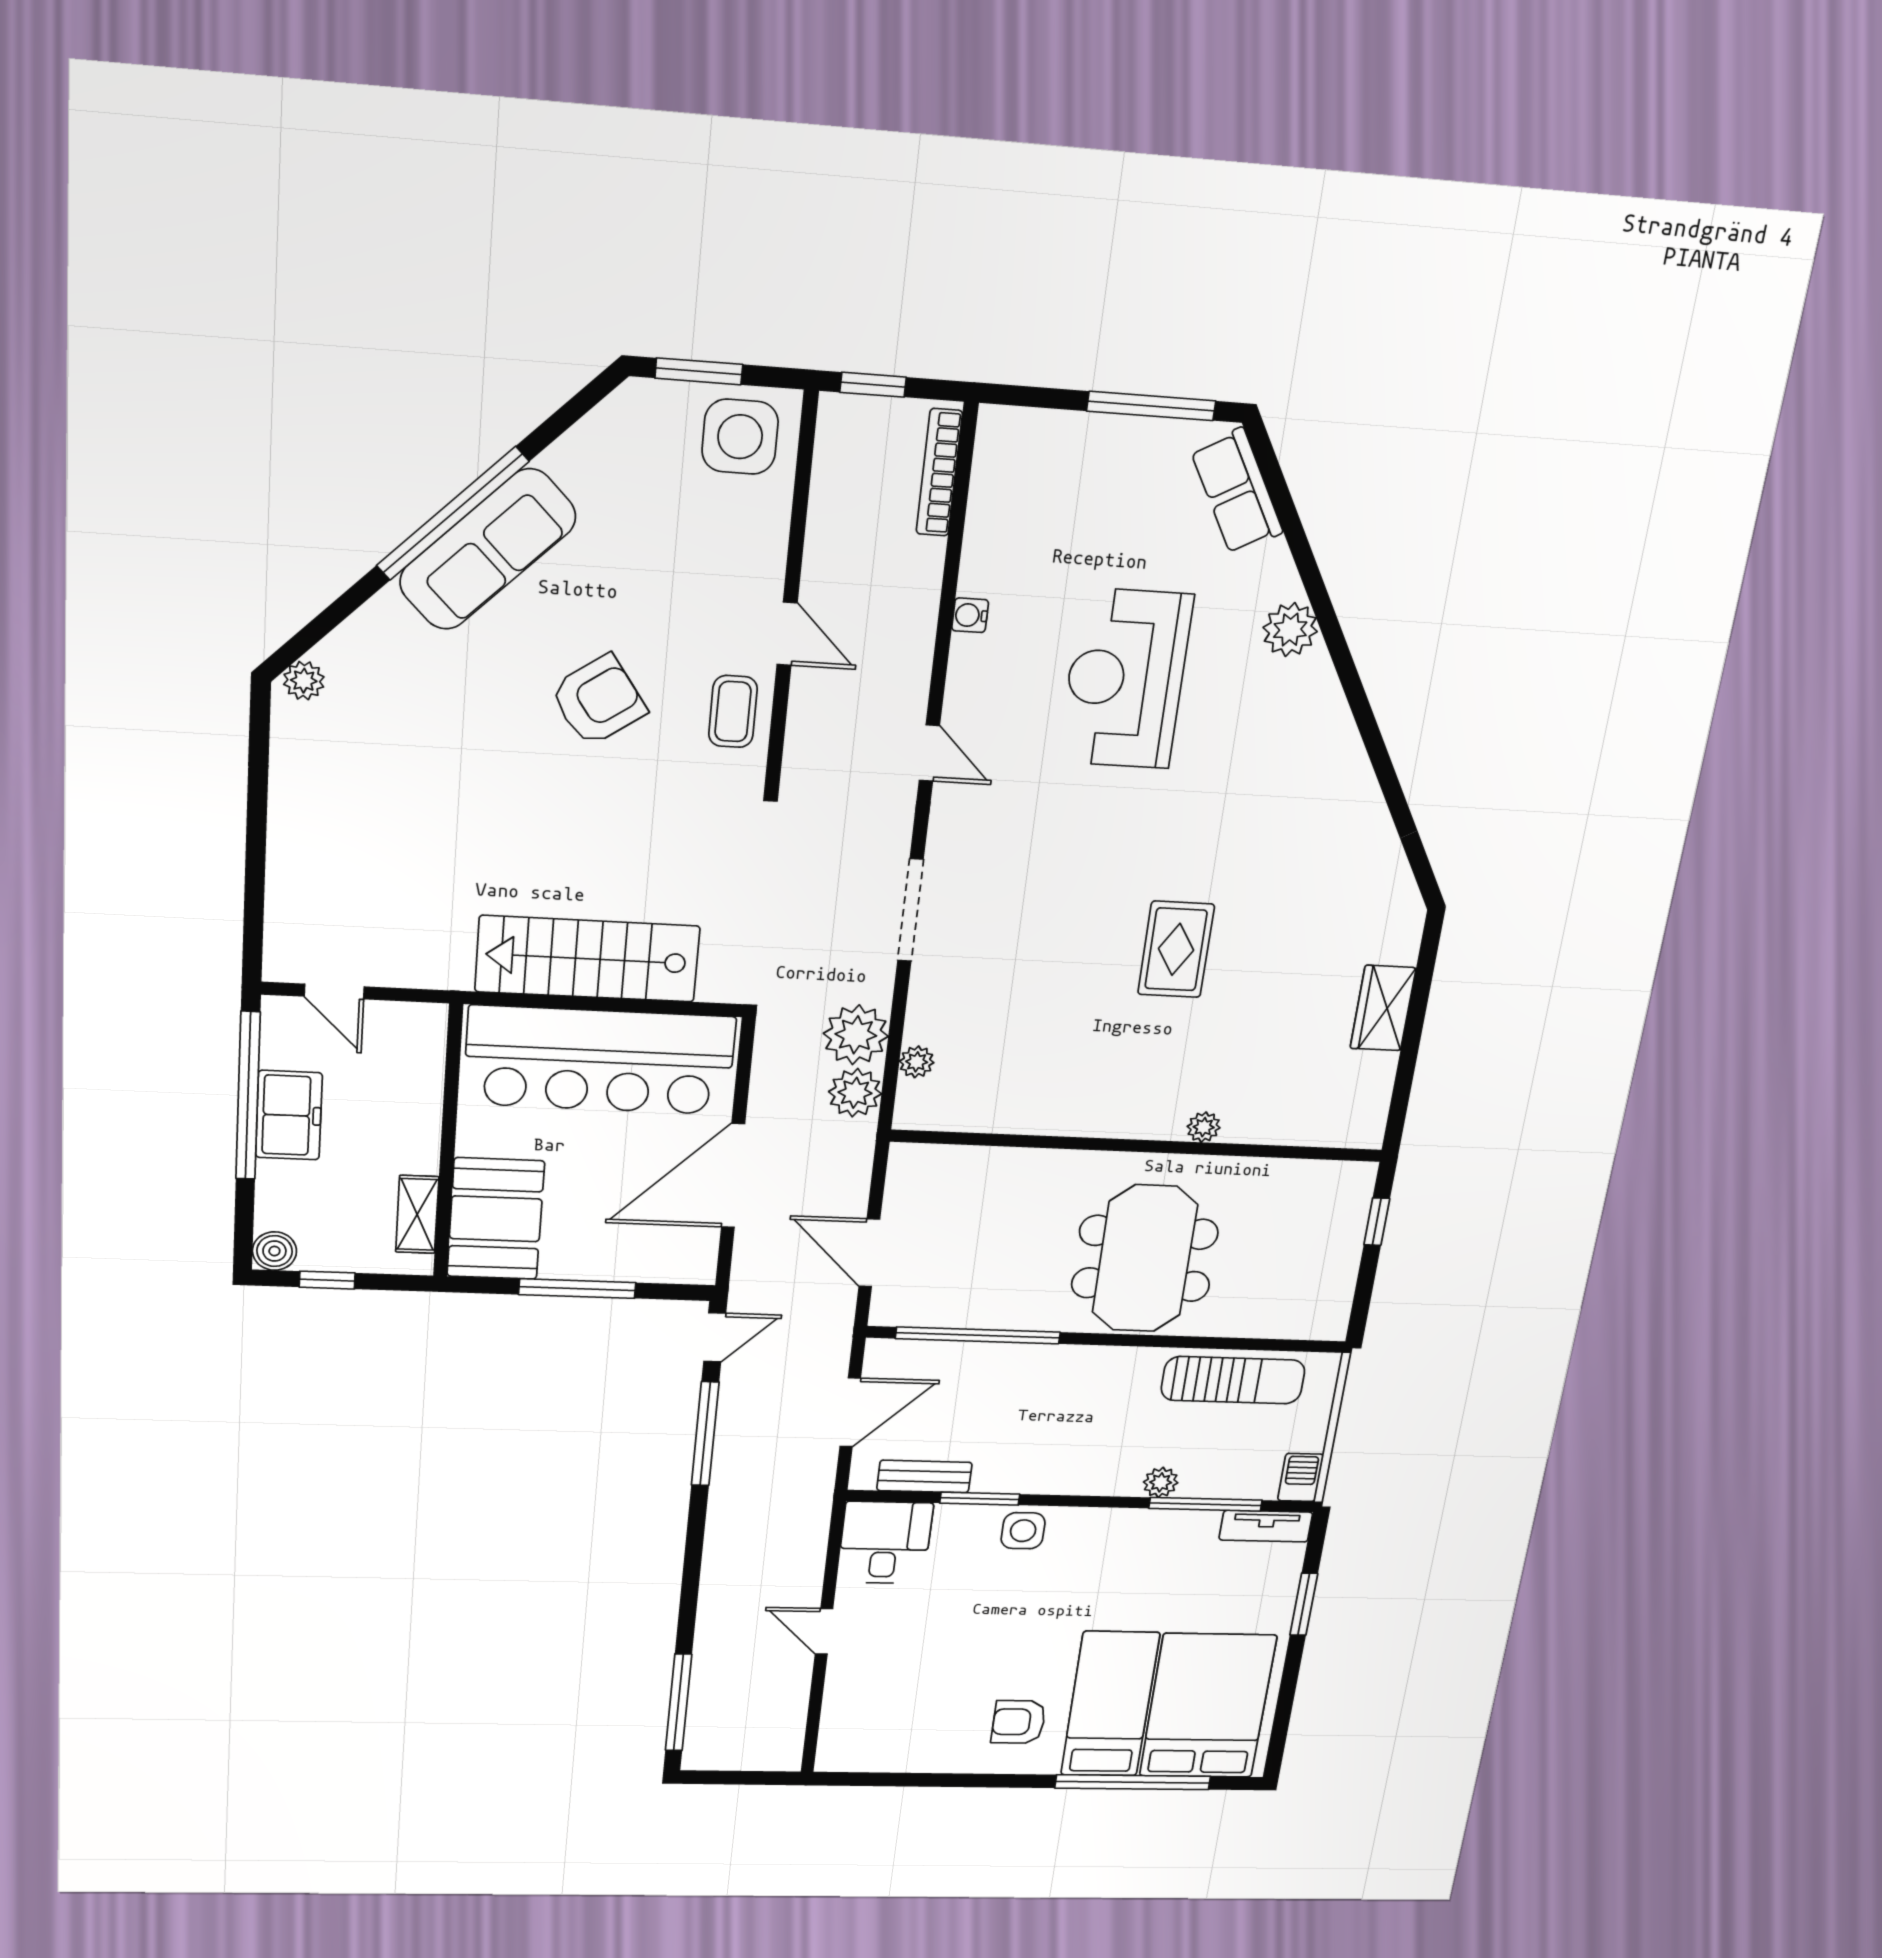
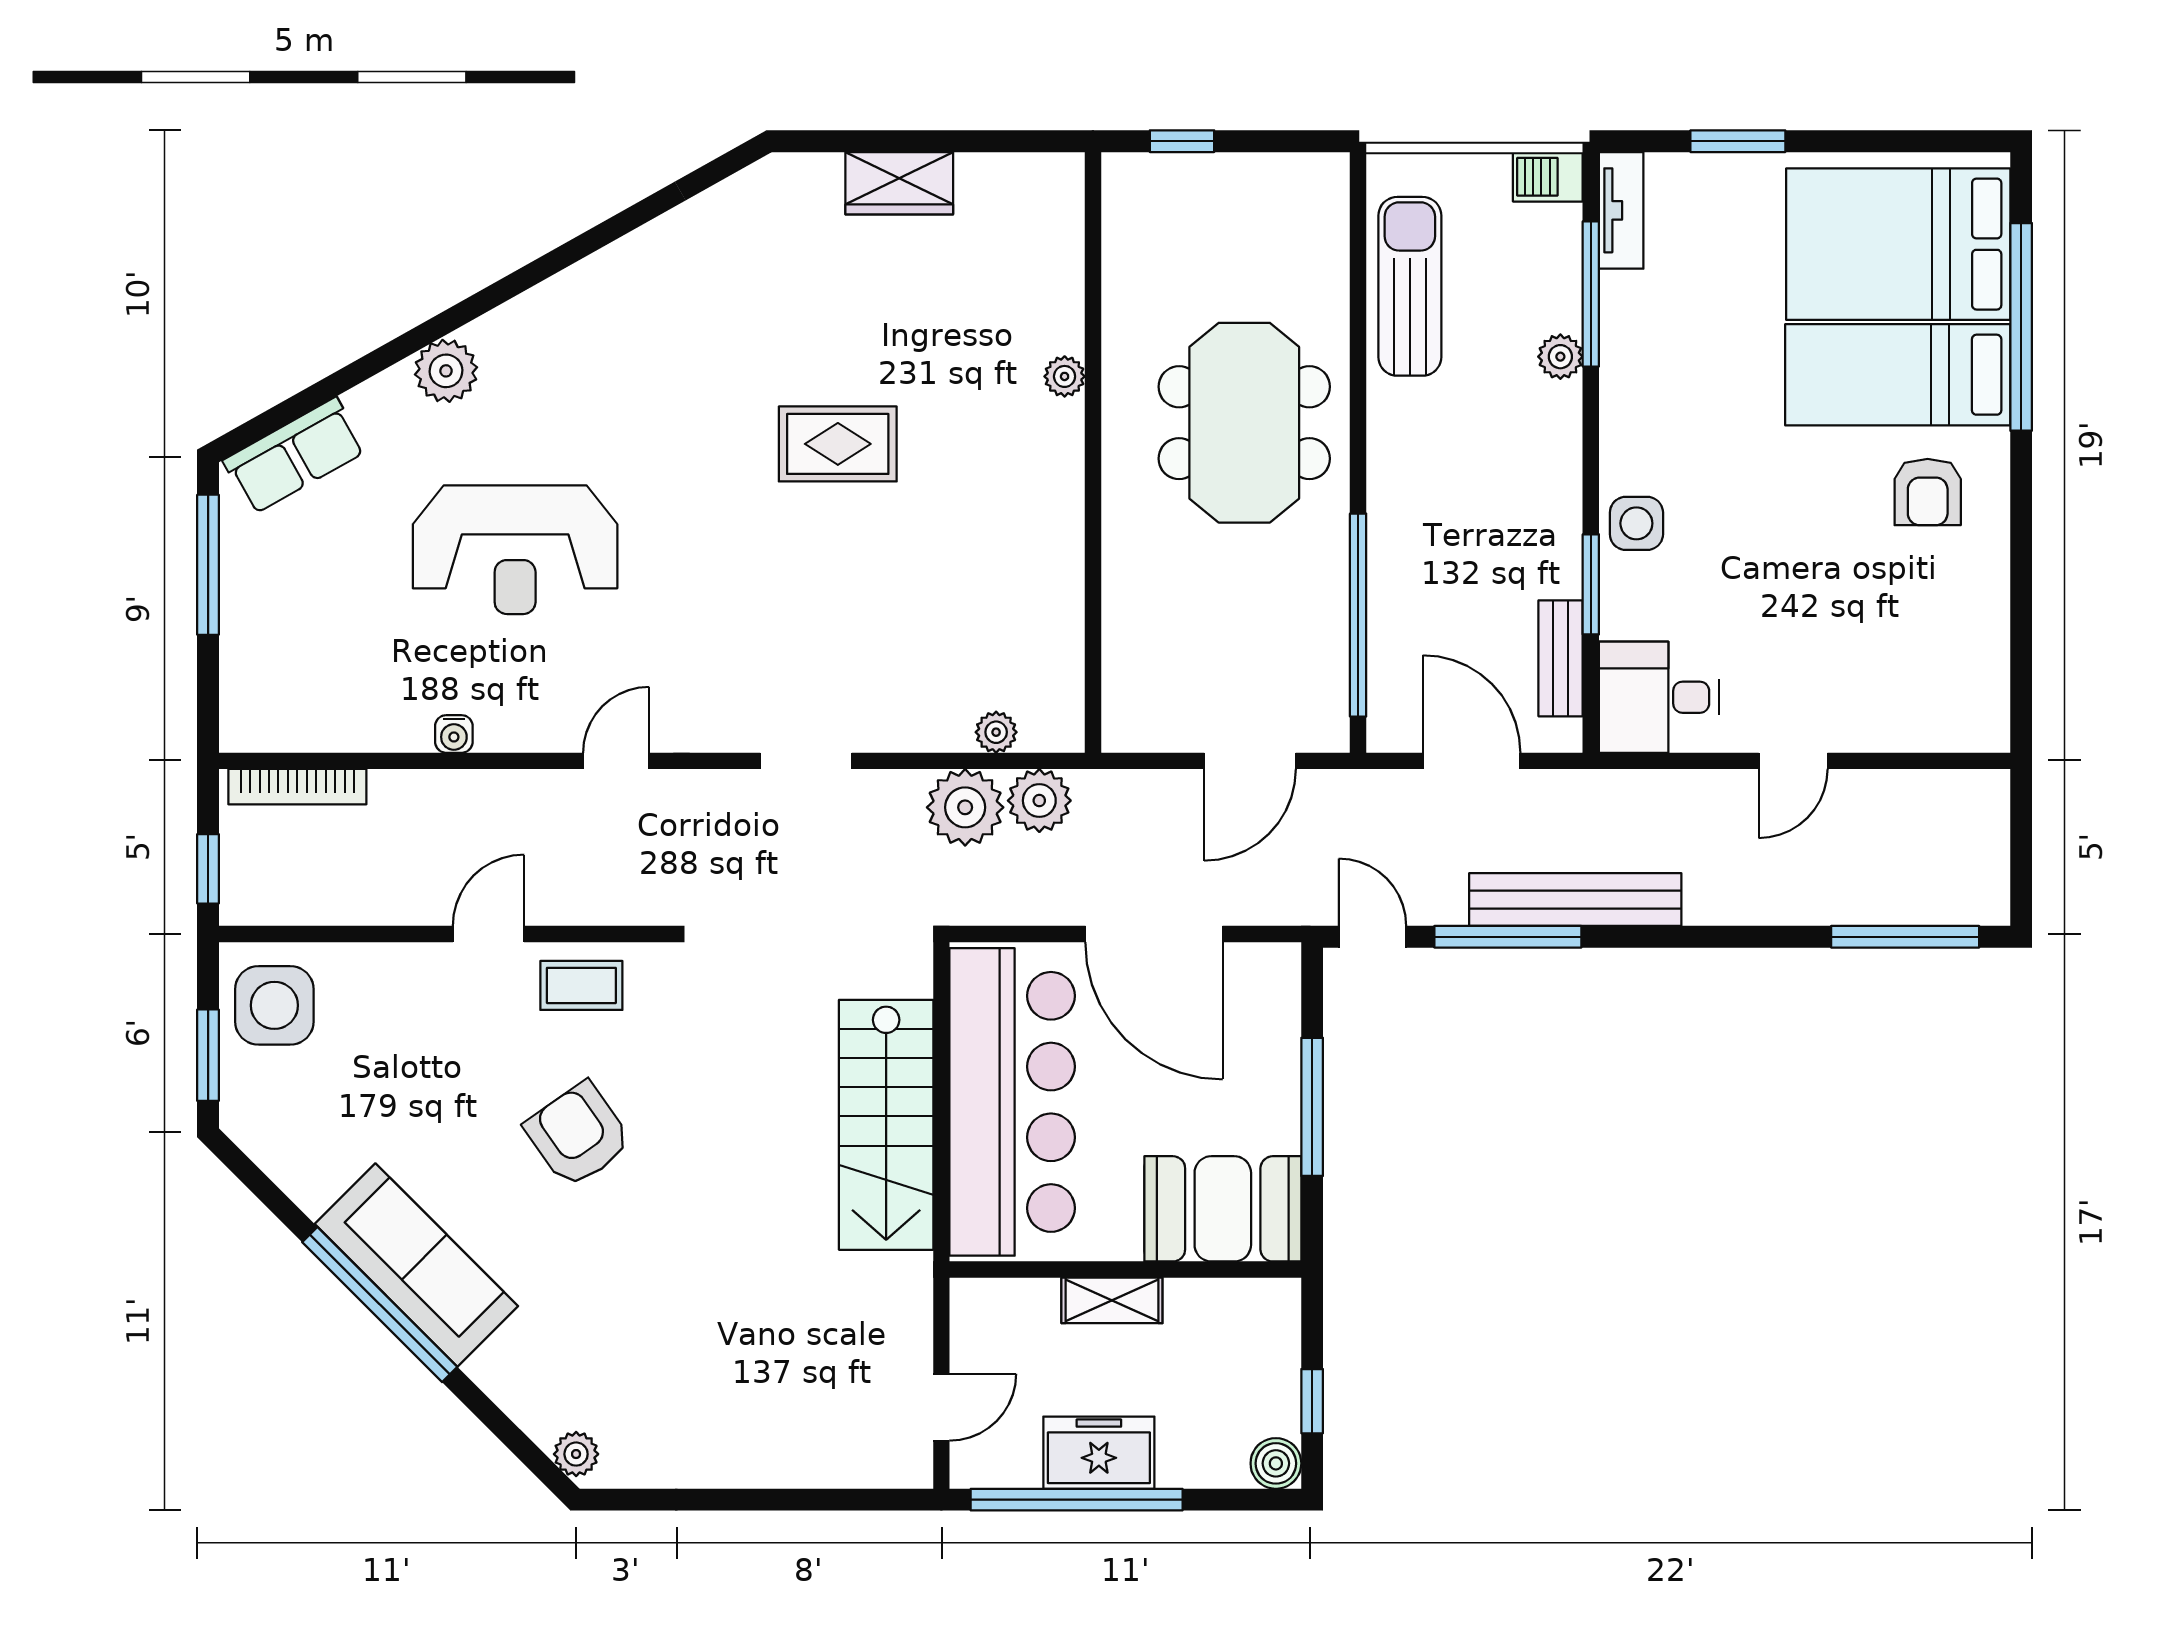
doorway: (910, 910) -> (806, 761), width x0.73
shelving: (417, 1214) -> (1112, 1300), moved
meeting table: (1145, 1259) -> (1244, 423), turned 90
bench: (730, 1482) -> (1575, 900), added

